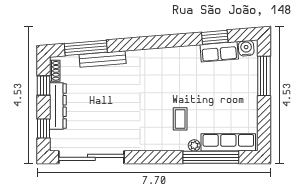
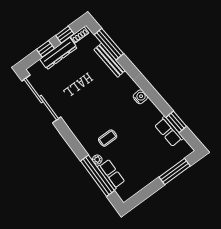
water cooler: (246, 48) -> (140, 97), moved
window: (44, 128) -> (45, 49), moved
row of seats: (228, 142) -> (111, 174), width x0.68

